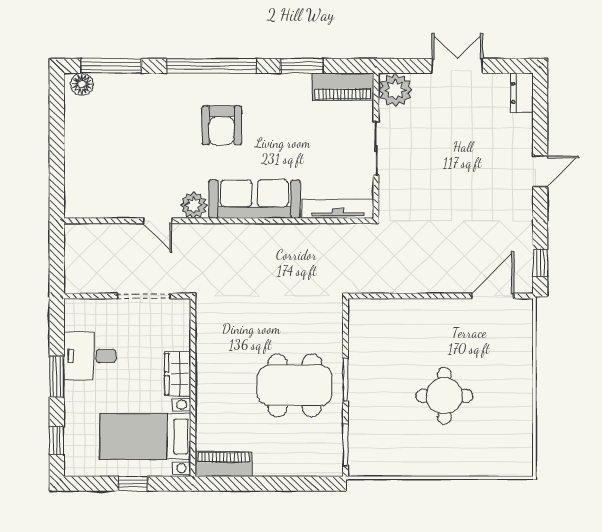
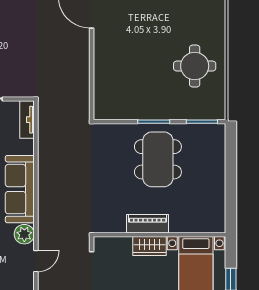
tv unit: (338, 209) -> (27, 120), width x0.71
round table: (444, 396) -> (195, 66), moved
piano: (223, 464) -> (148, 224), moved, turned 90

